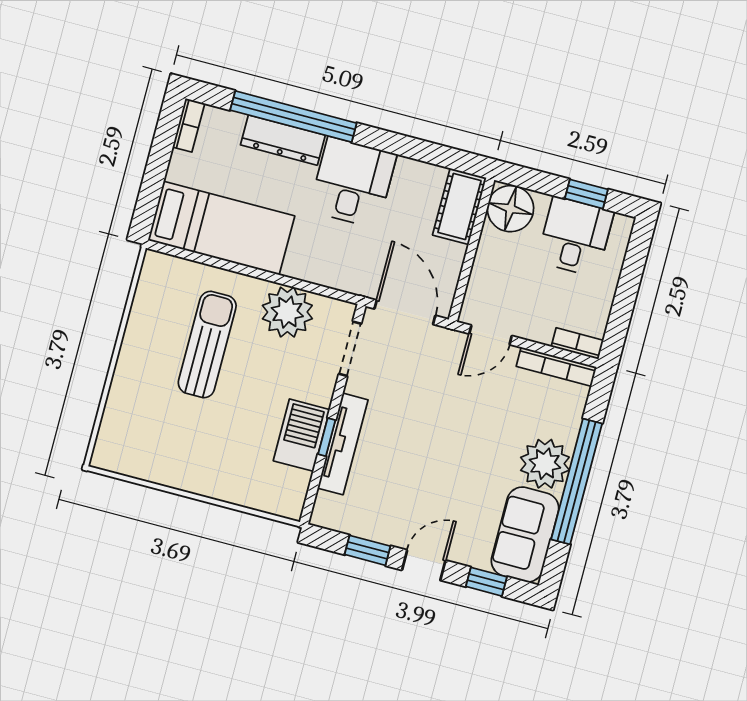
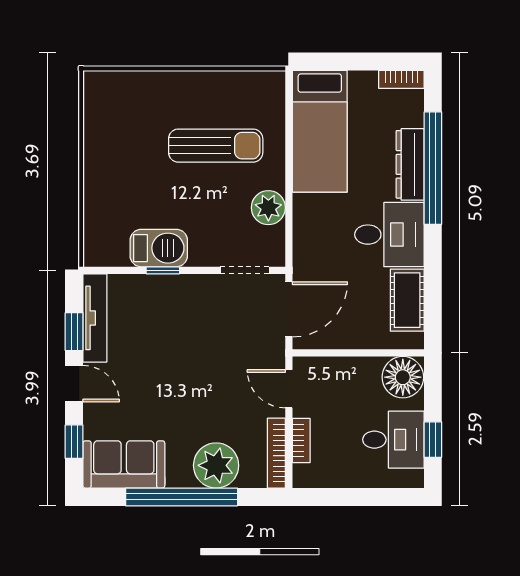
cot: (459, 206) -> (407, 300), moved, turned 90
plant: (287, 312) -> (268, 208), width x0.73, depth x0.73
bookcase: (577, 344) -> (301, 440), moved
tv unit: (343, 444) -> (95, 318), moved, turned -90
plant: (545, 464) -> (216, 465), moved

